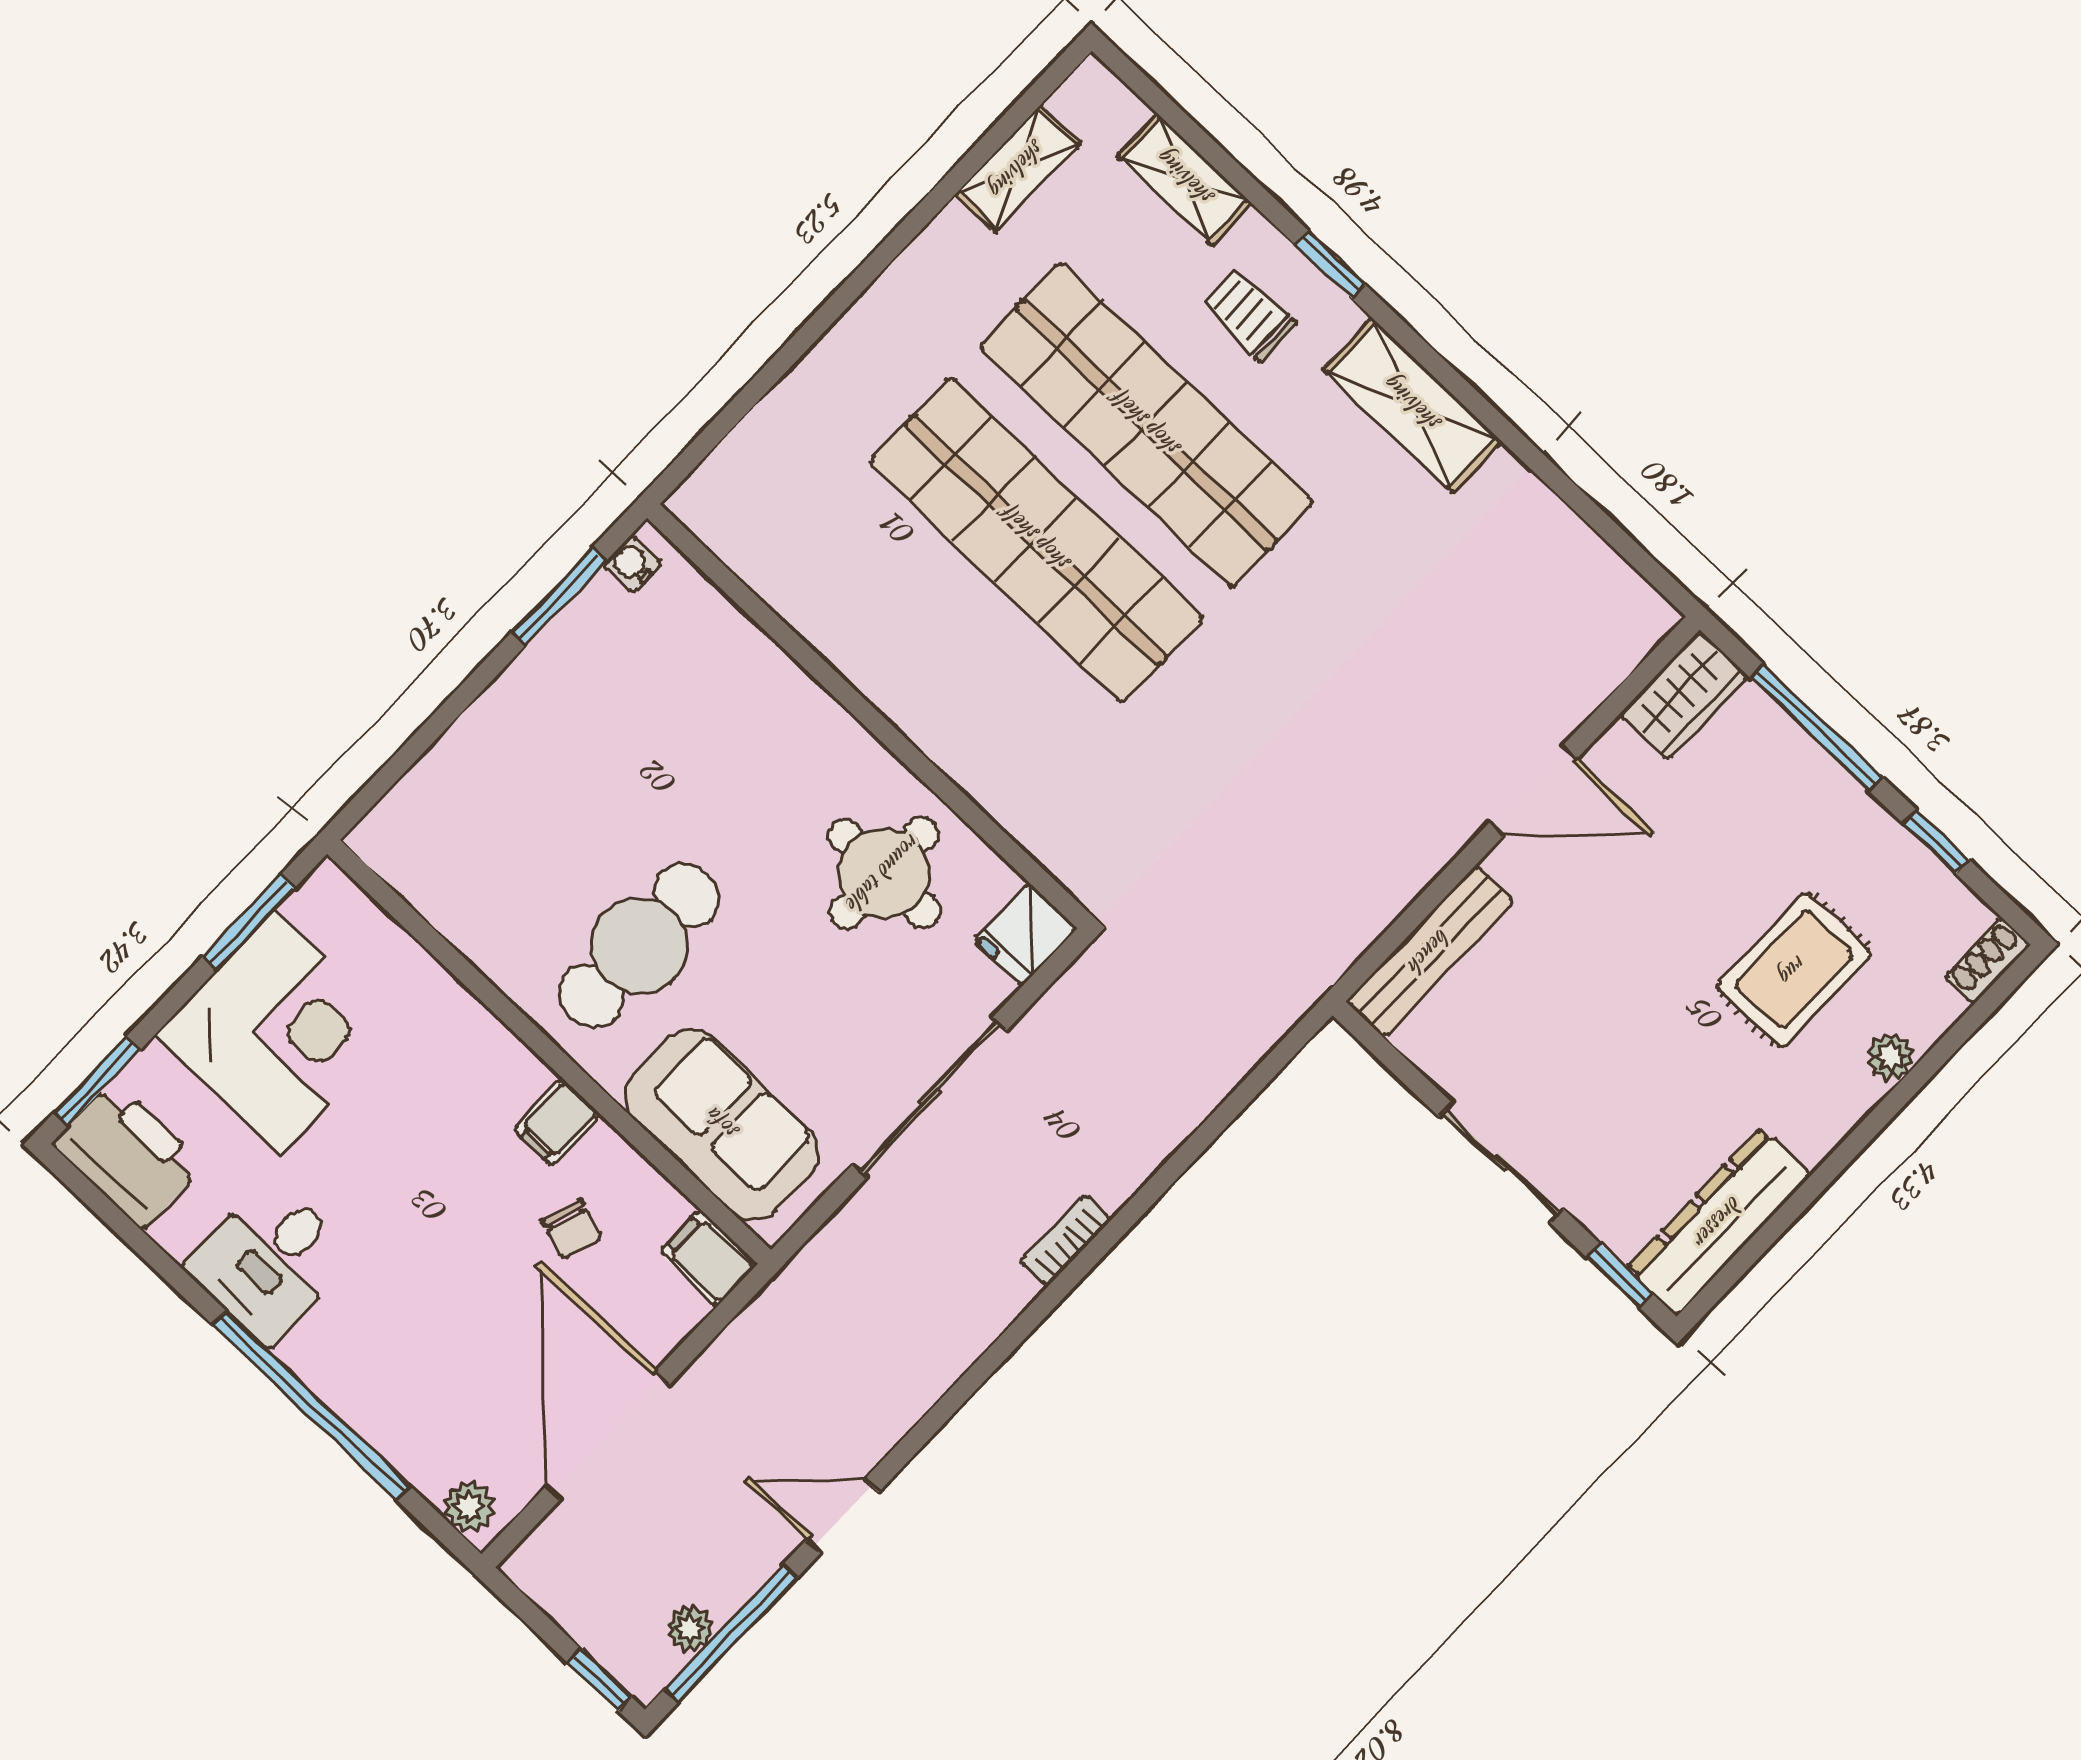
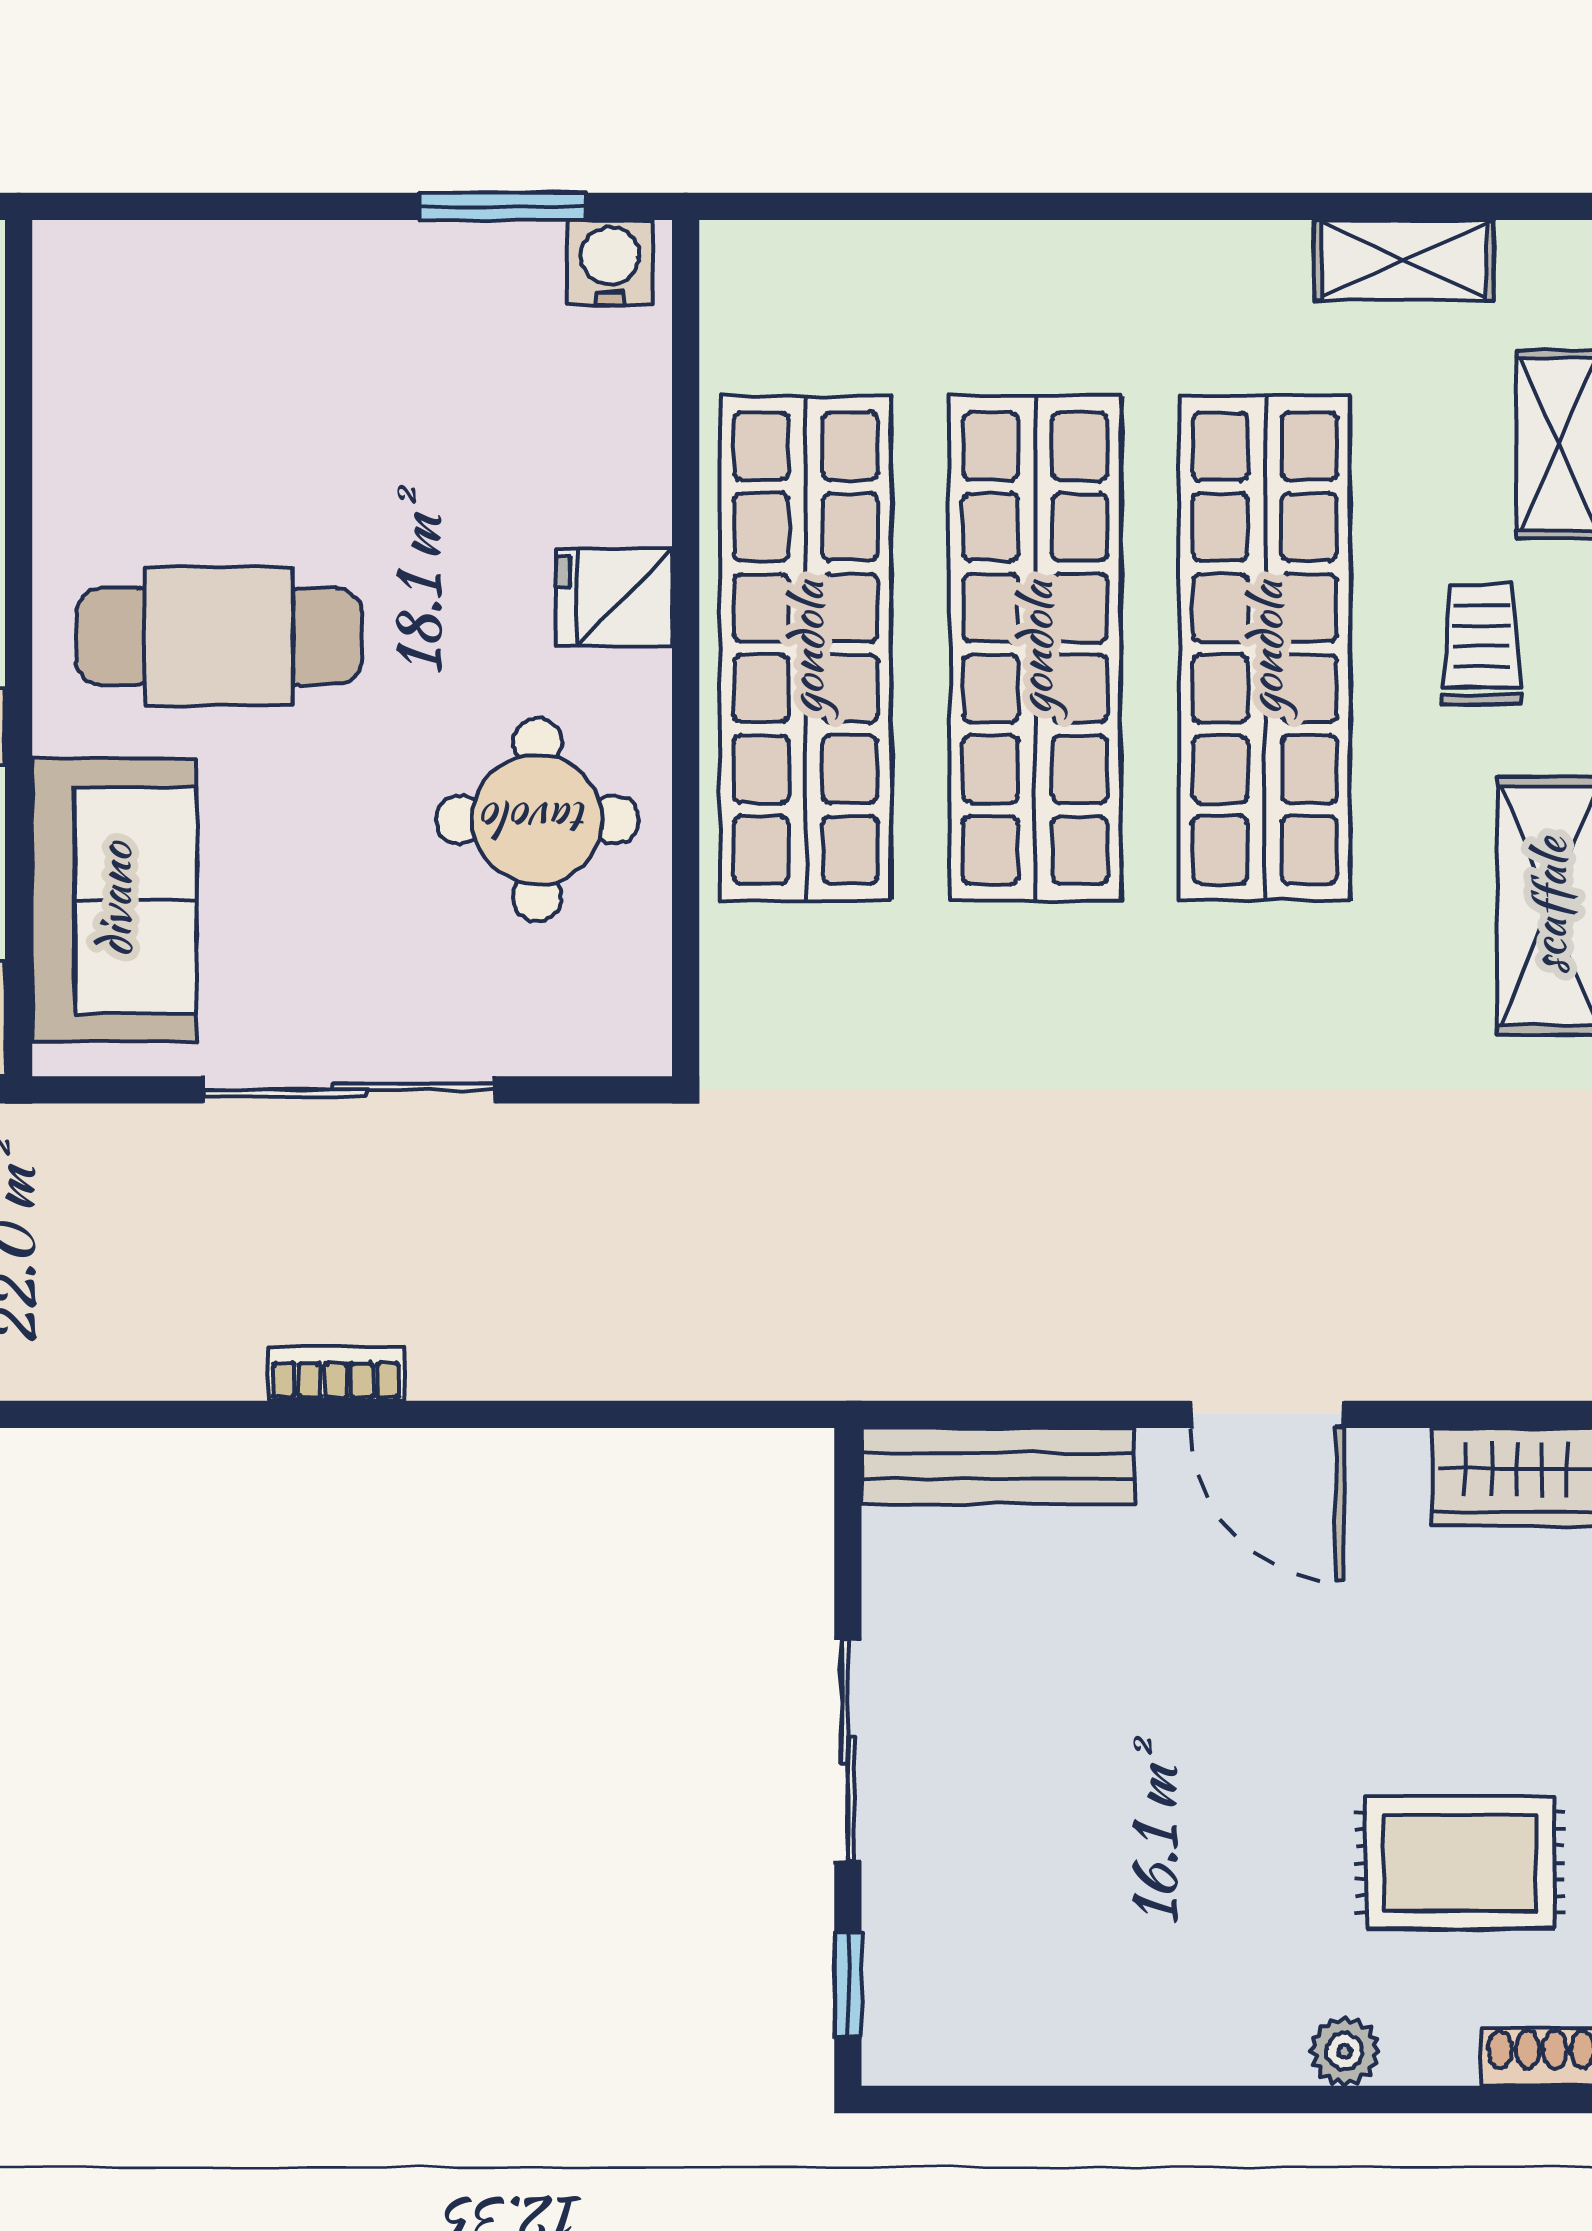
water cooler: (632, 564) -> (610, 263), width x1.38, depth x1.38
shop shelf: (926, 656) -> (806, 648), added
fridge: (1025, 934) -> (614, 597), moved
rug: (1794, 970) -> (1460, 1863), moved
dresser: (1719, 1222) -> (1003, 2036), removed

